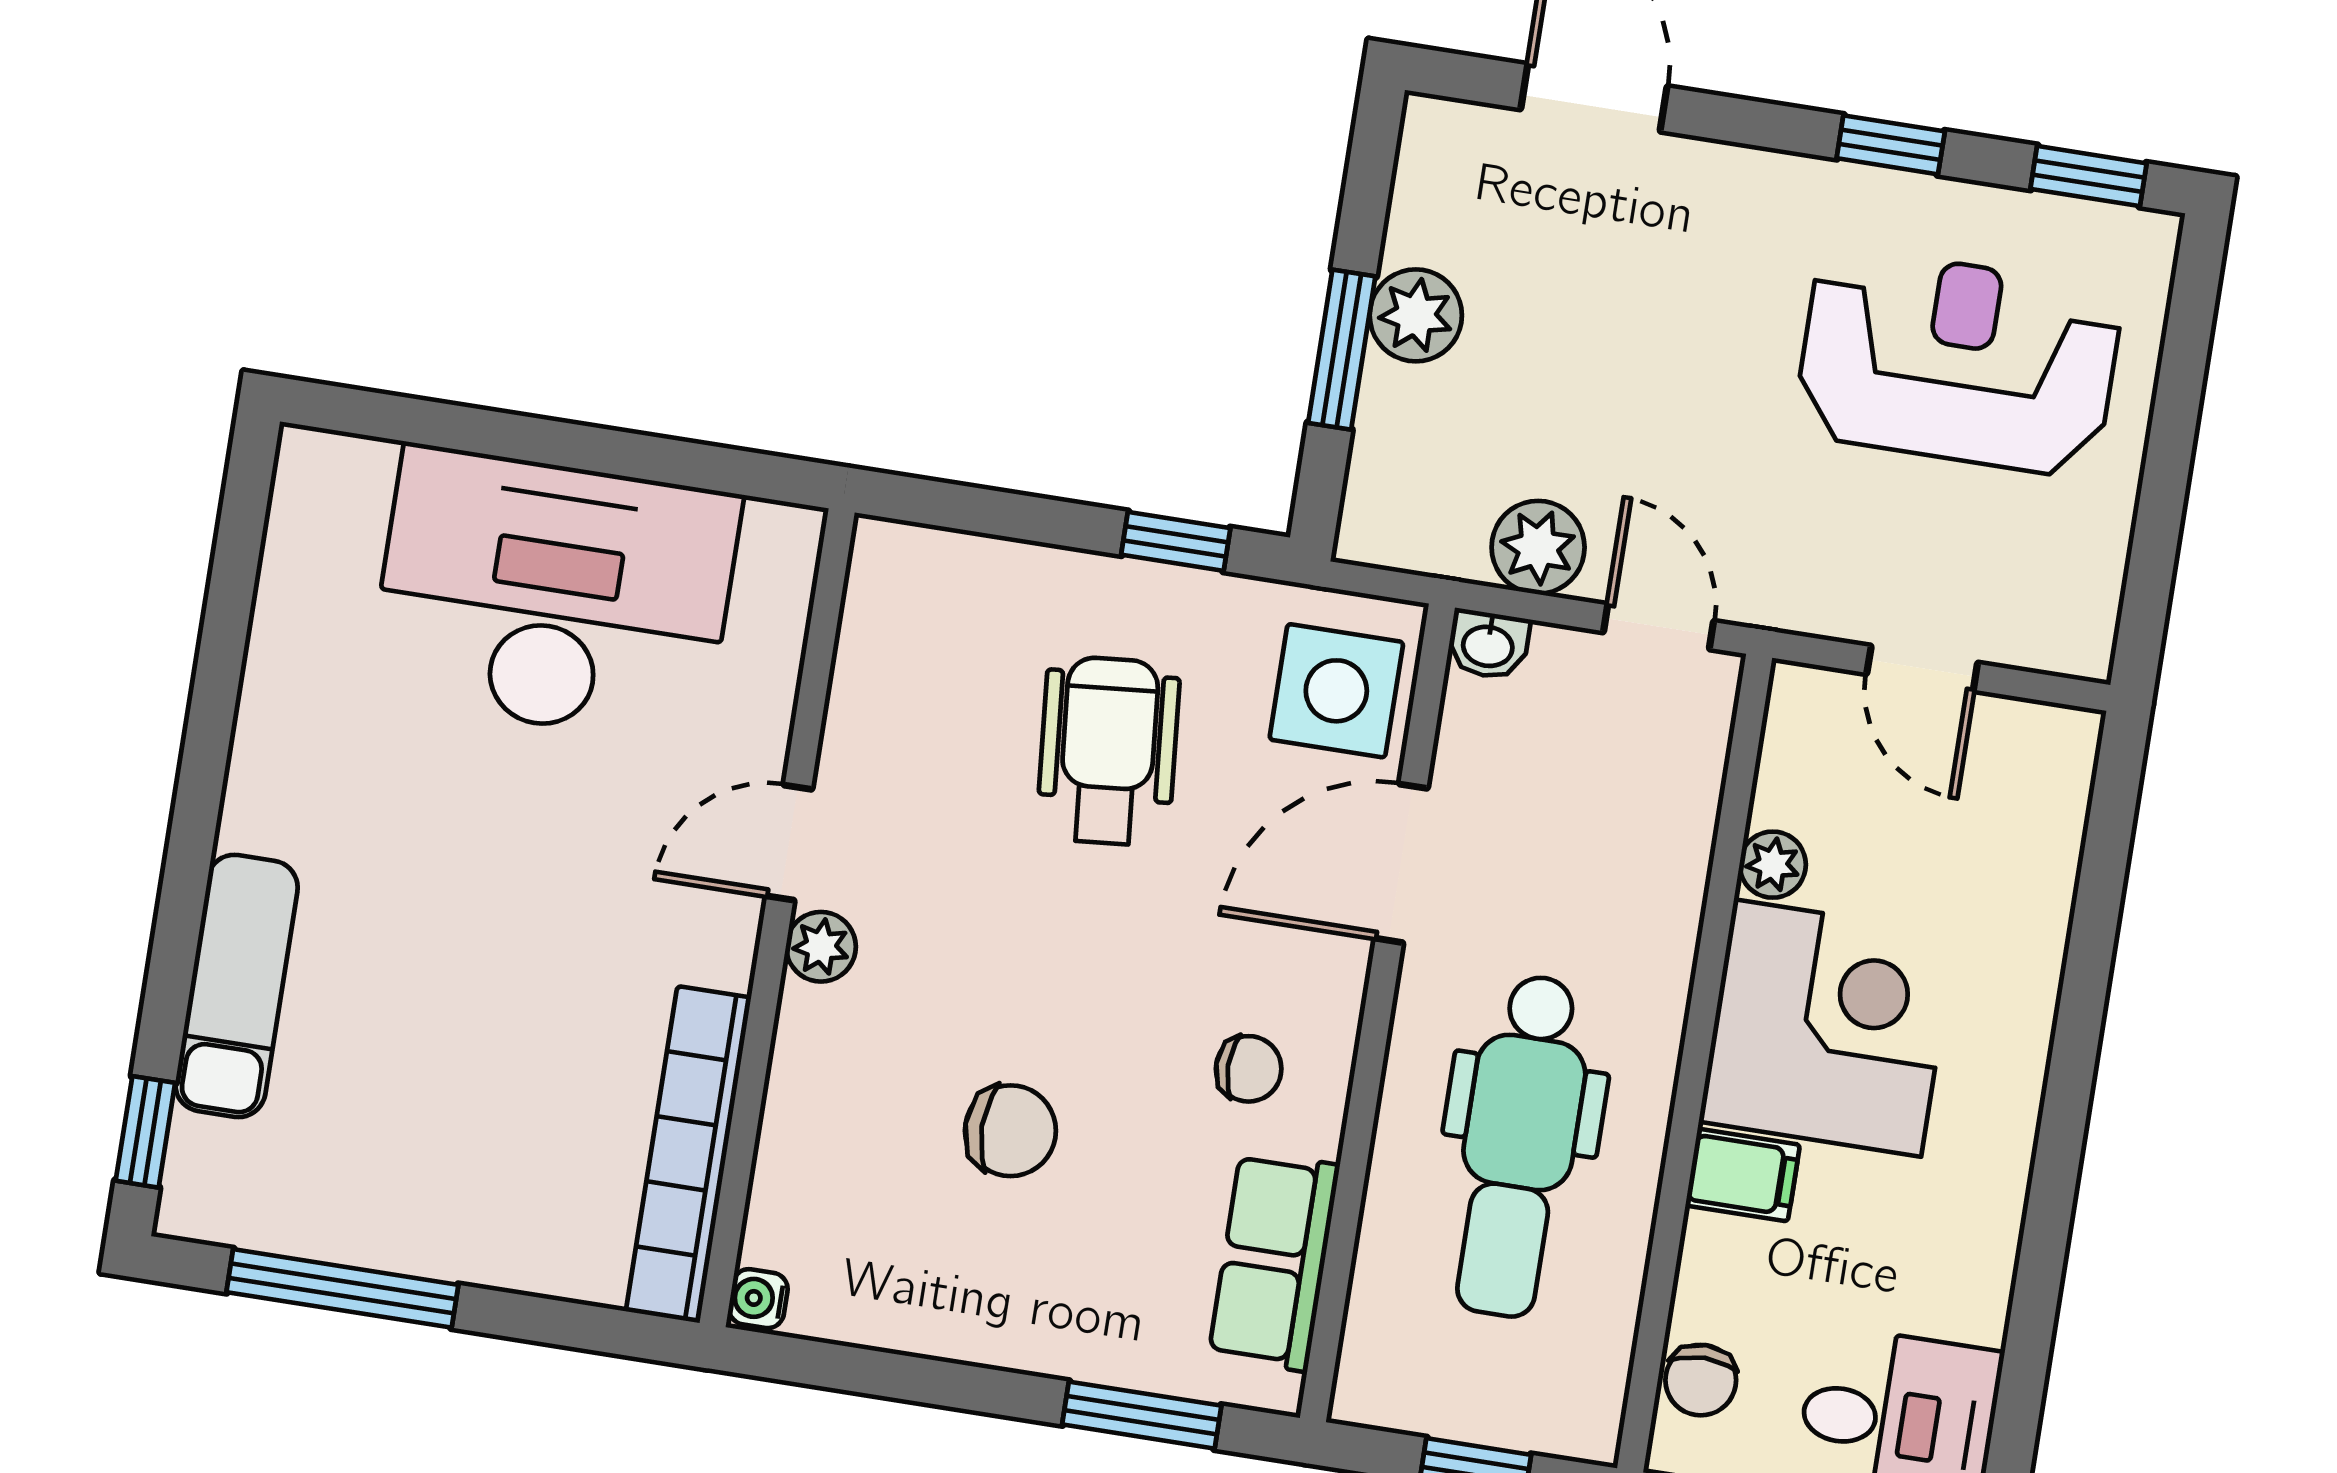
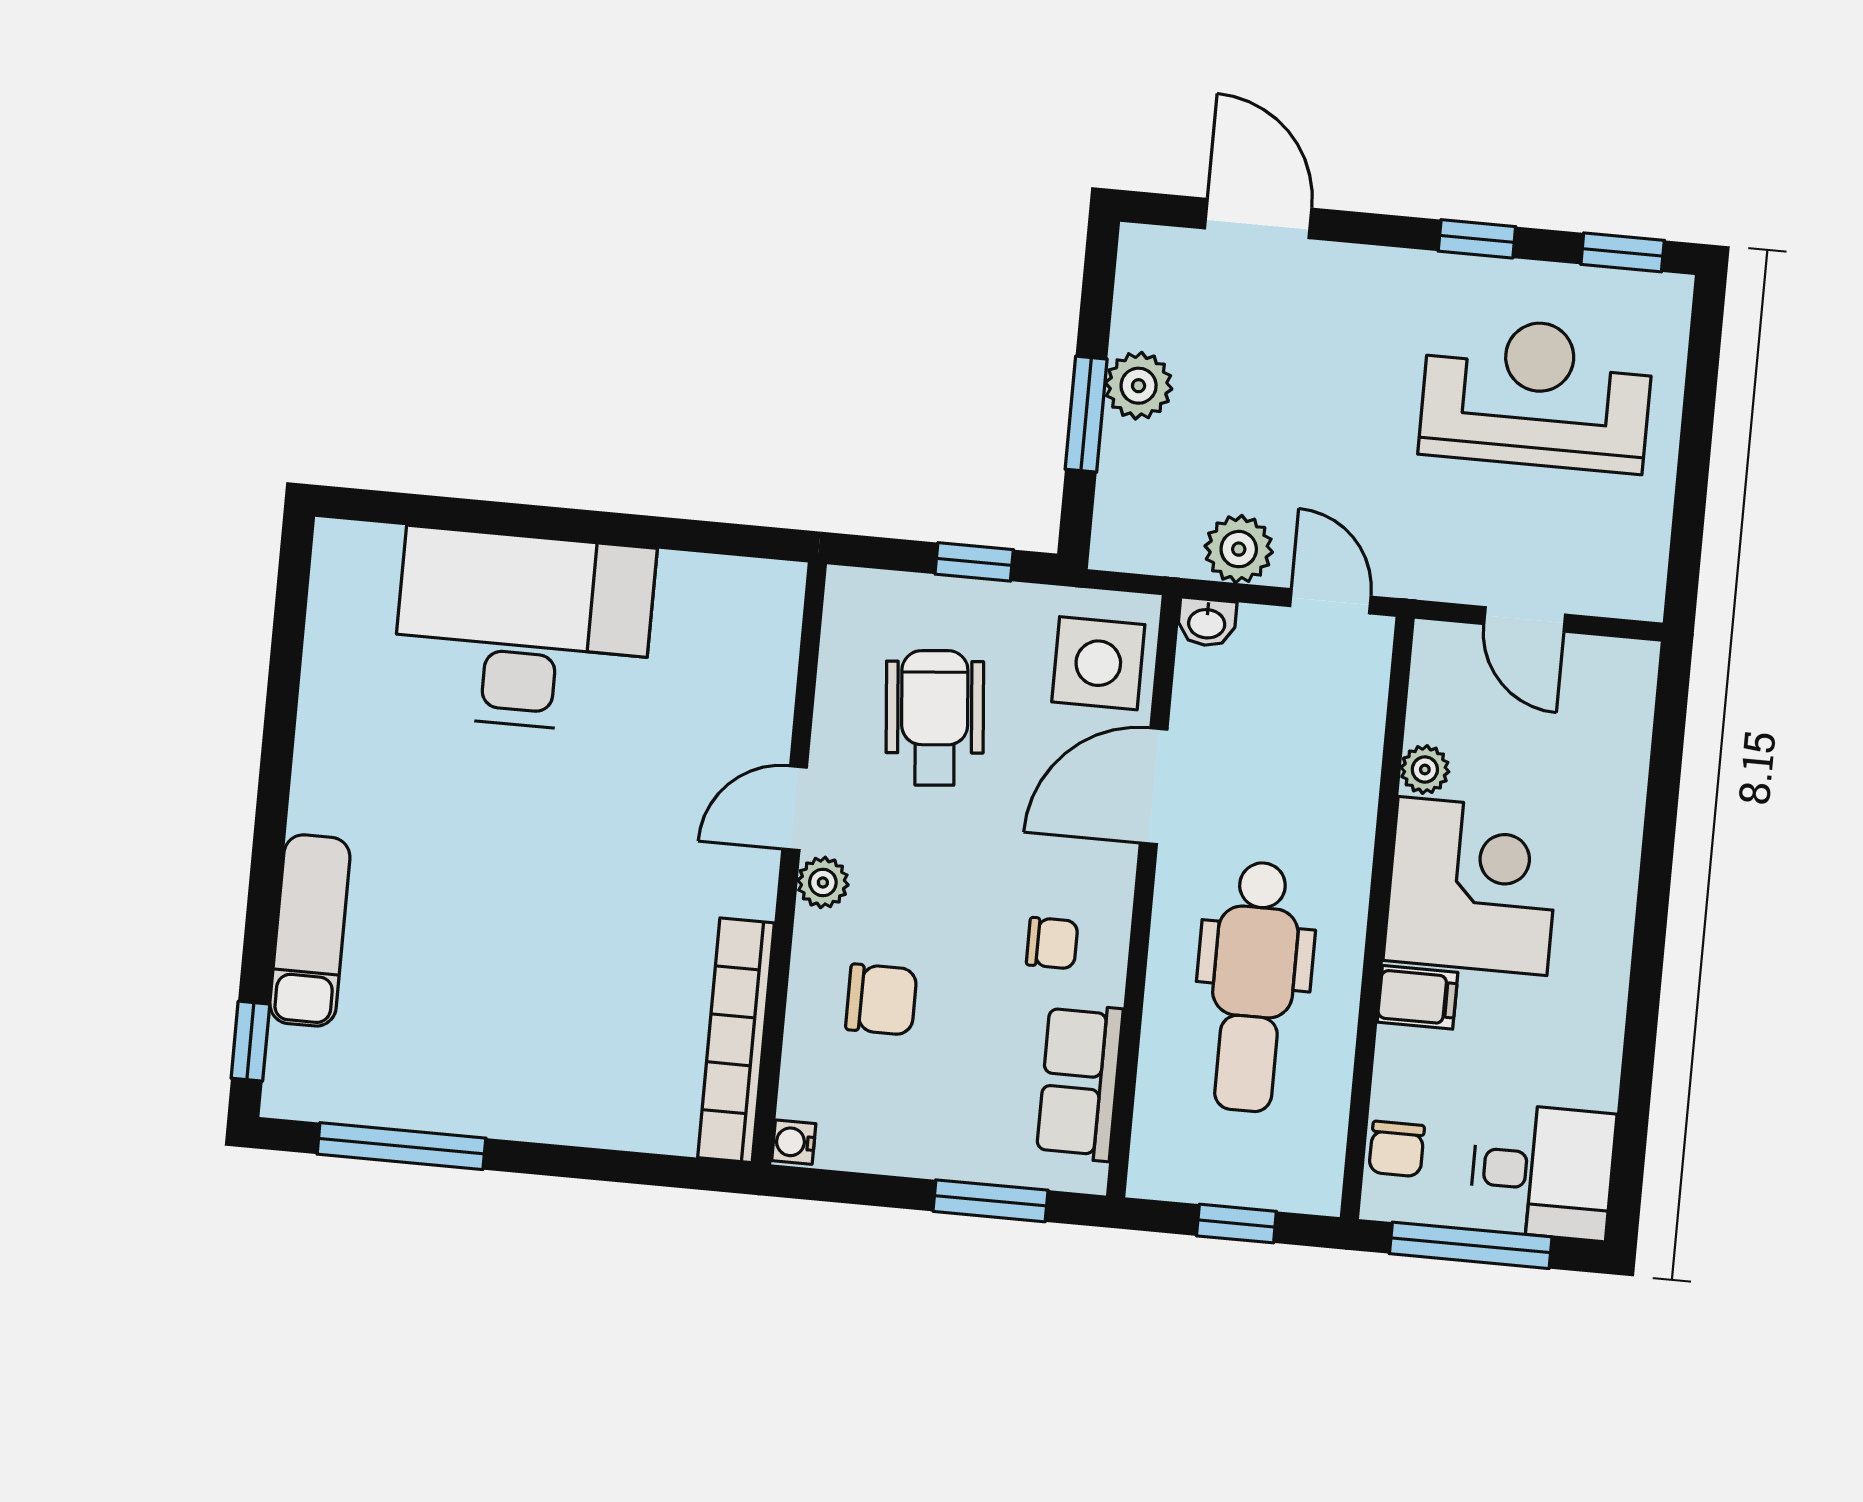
door: (789, 843) -> (795, 808), moved
wall: (777, 918) -> (790, 863), moved
plant: (821, 947) -> (823, 882), moved
bookcase: (689, 1155) -> (736, 1040), moved
water cooler: (758, 1299) -> (794, 1142), moved

